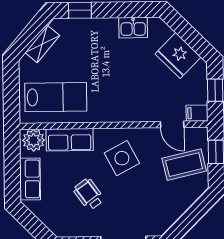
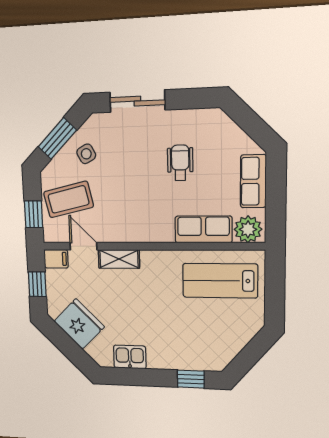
shelving: (42, 44) -> (119, 259), moved, turned 50
side table: (122, 158) -> (86, 154), moved, width x0.54, depth x0.54
wheelchair: (89, 194) -> (180, 163), turned -144
window: (192, 216) -> (57, 138), added

